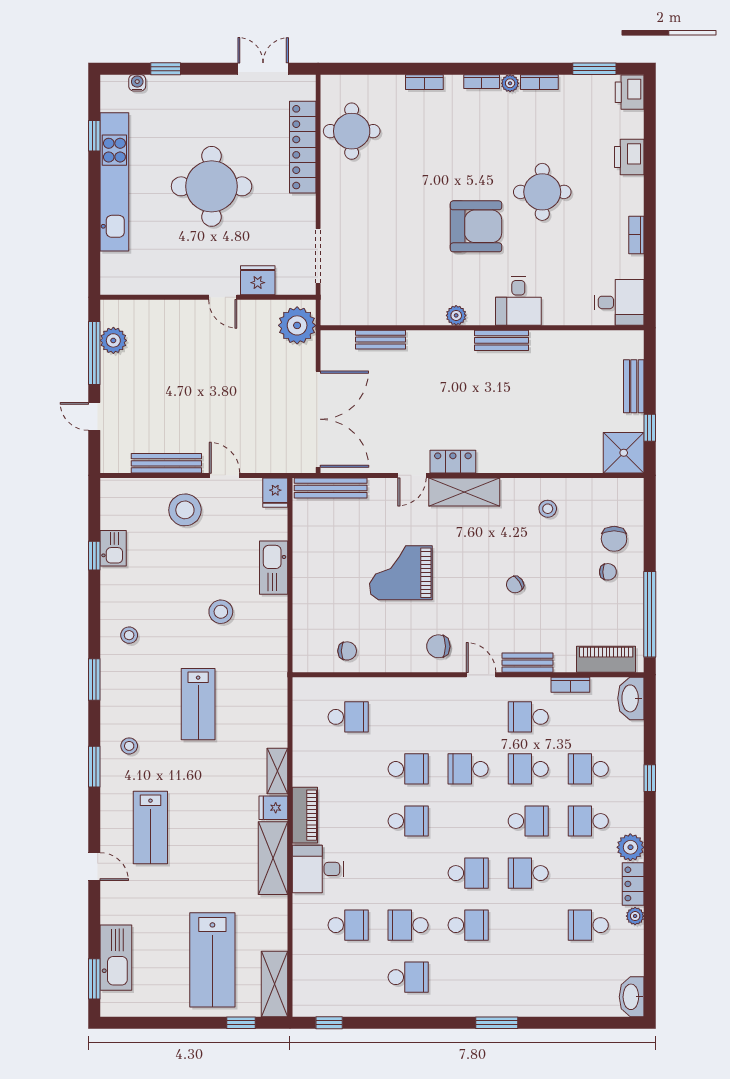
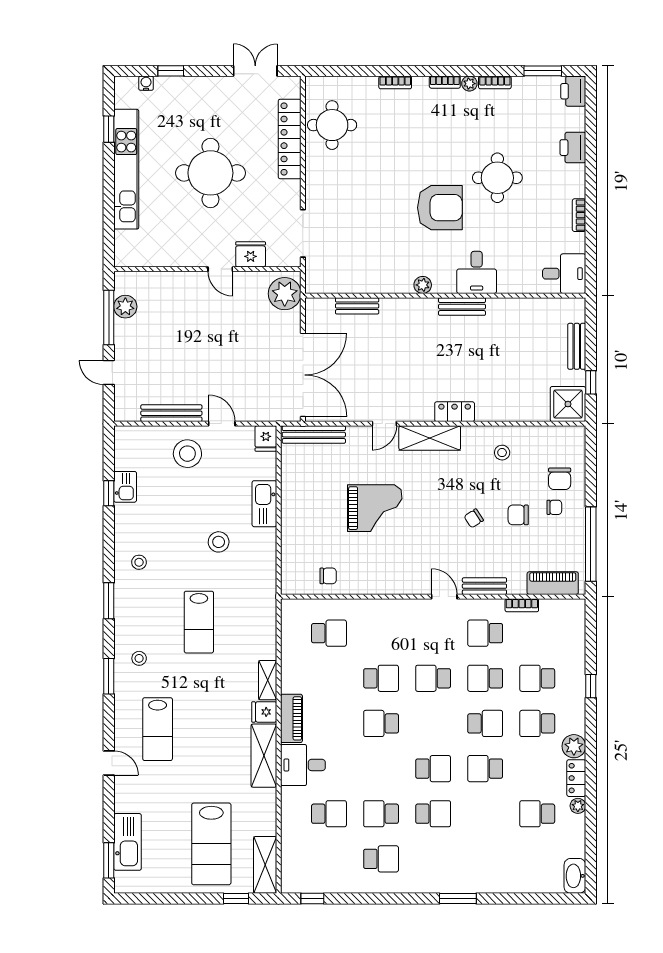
locker: (453, 462) -> (455, 412), moved
grand piano: (401, 573) -> (375, 508), turned 180
chair: (438, 646) -> (518, 515), moved
washbasin: (631, 698) -> (574, 617), removed
school desk: (408, 821) -> (381, 723), turned 180

